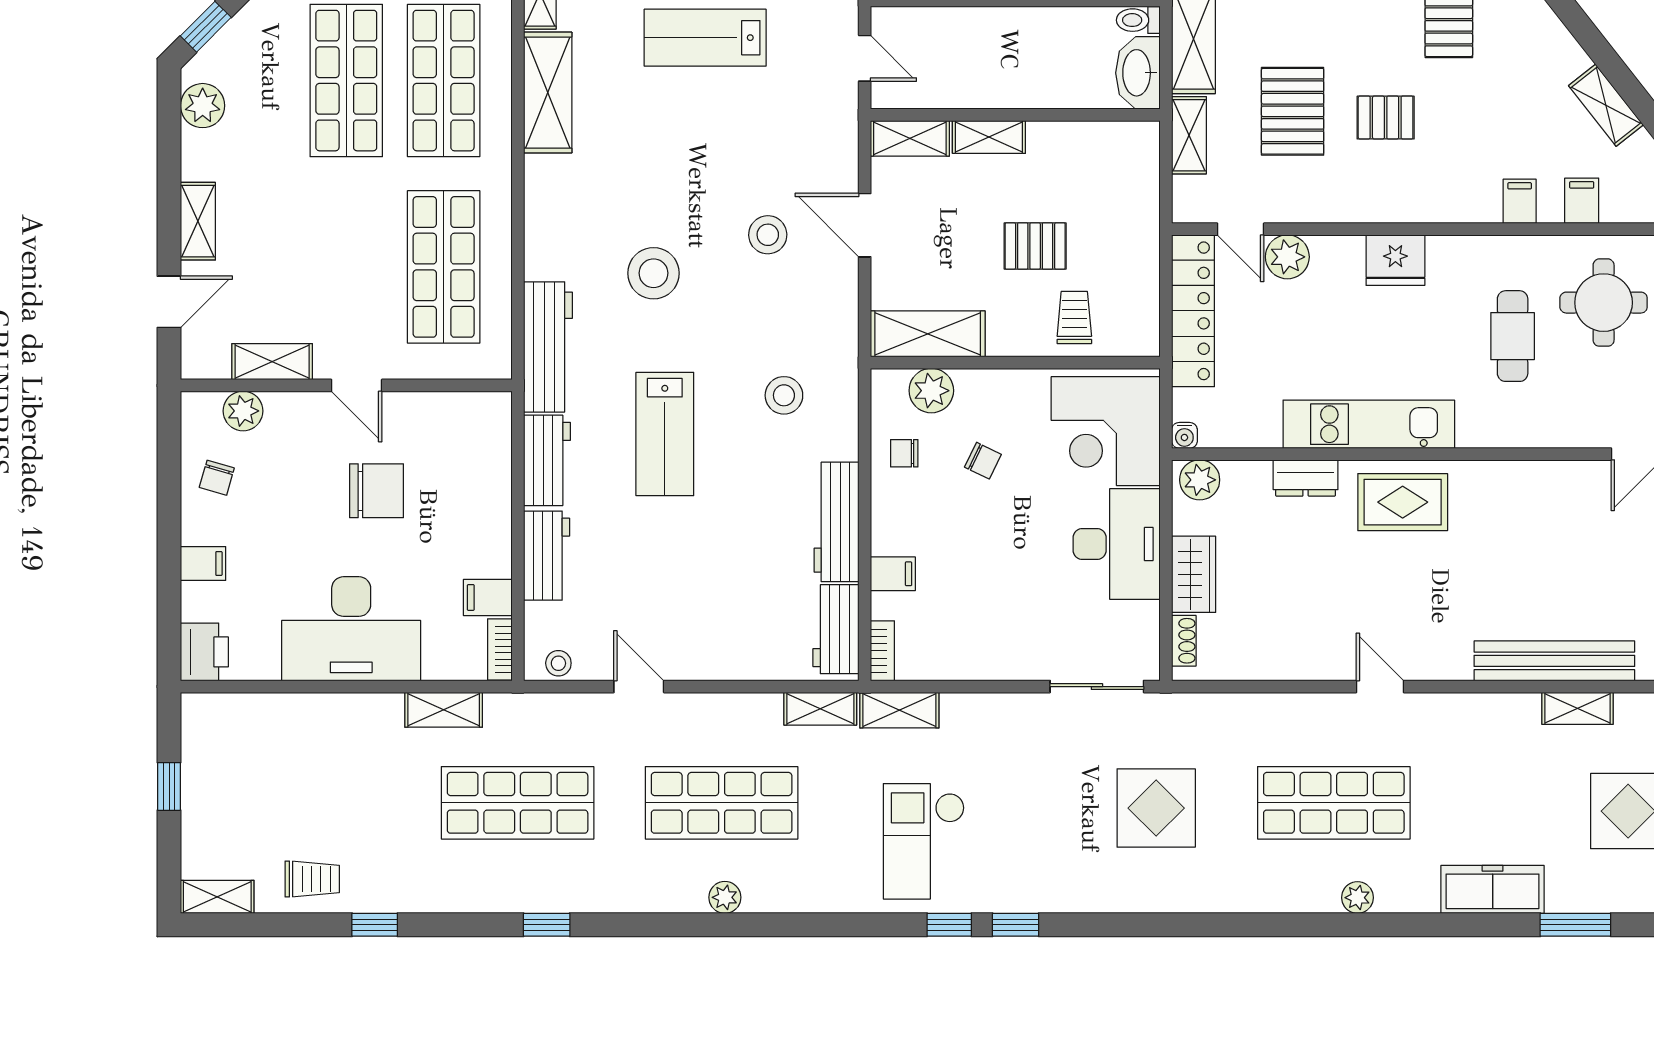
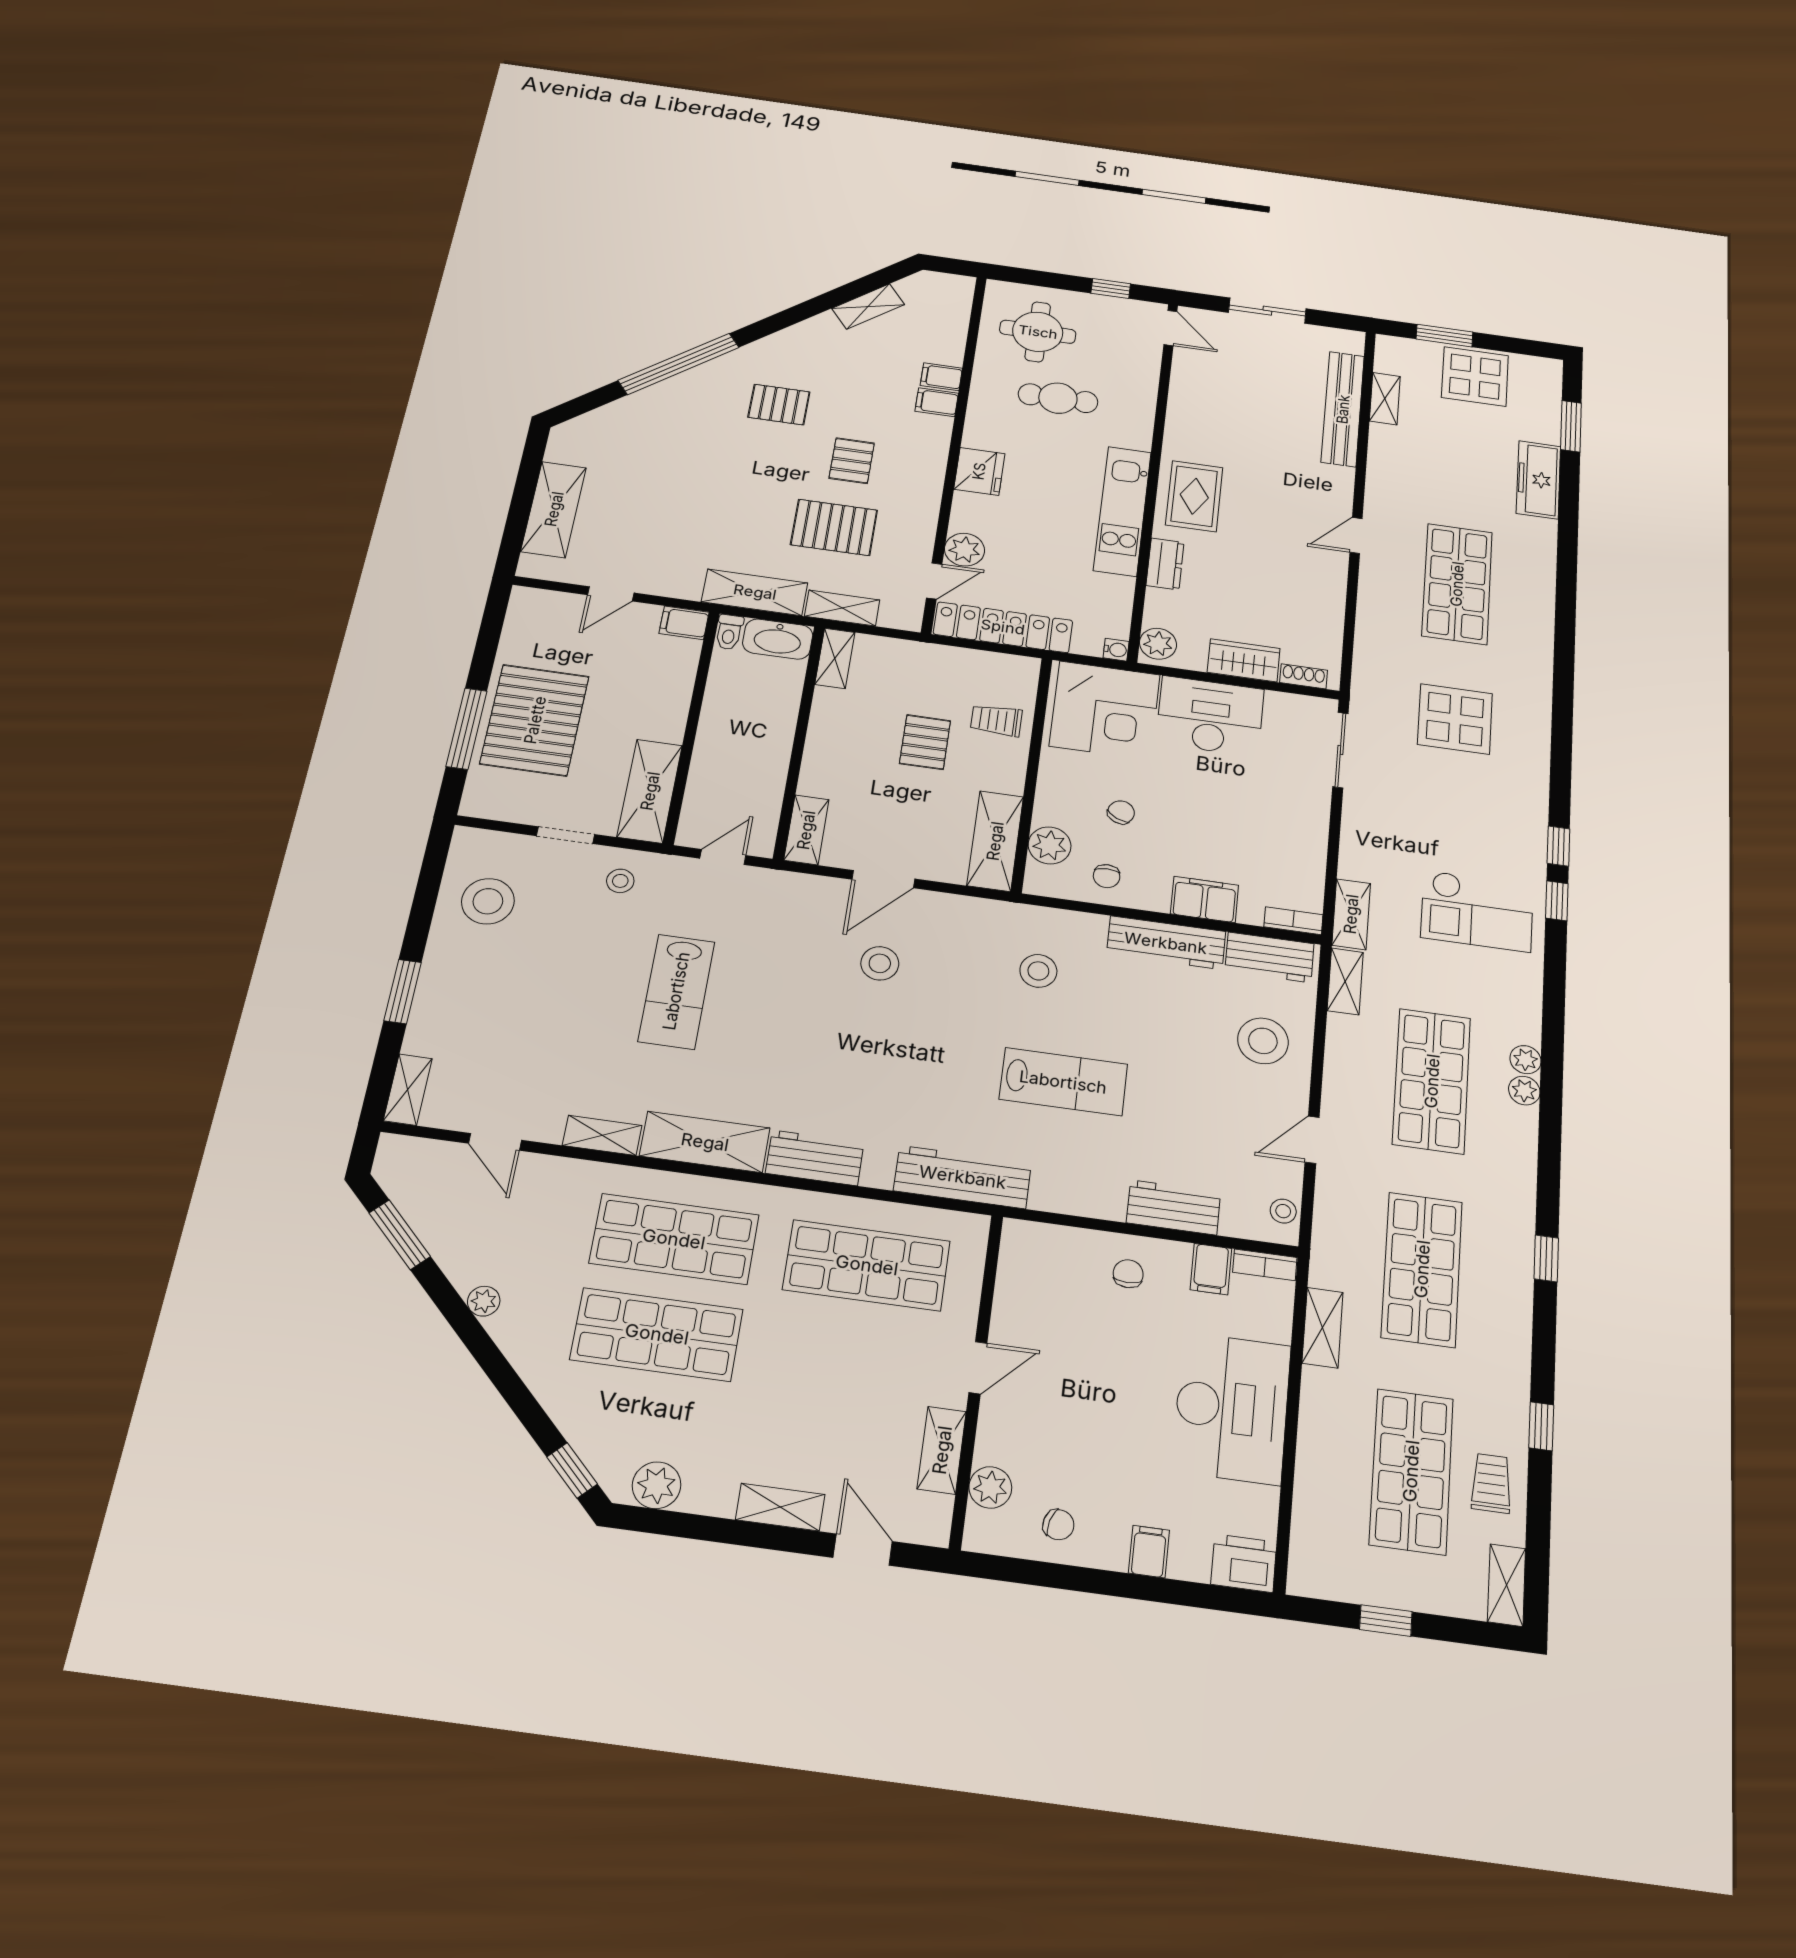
shelving: (989, 137) -> (835, 658), moved
filing cabinet: (1582, 201) -> (937, 402), moved
stool: (654, 273) -> (1263, 1041), moved
workbench: (547, 460) -> (815, 1158), moved
chair: (377, 491) -> (1128, 1274), moved, width x0.54, depth x0.54
filing cabinet: (893, 574) -> (1205, 899), width x2.00
shop shelf: (313, 803) -> (1411, 1471), added
plant: (1357, 898) -> (1525, 1060), moved

